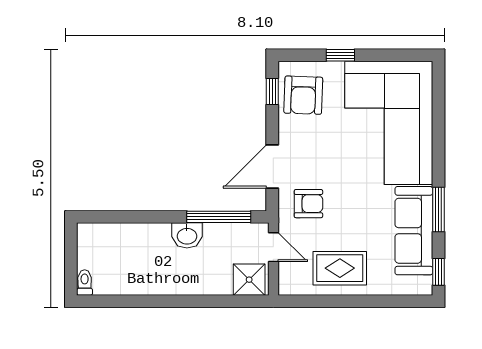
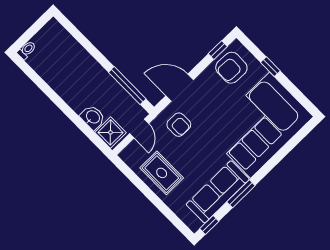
washbasin: (187, 235) -> (93, 117), moved, turned 180

